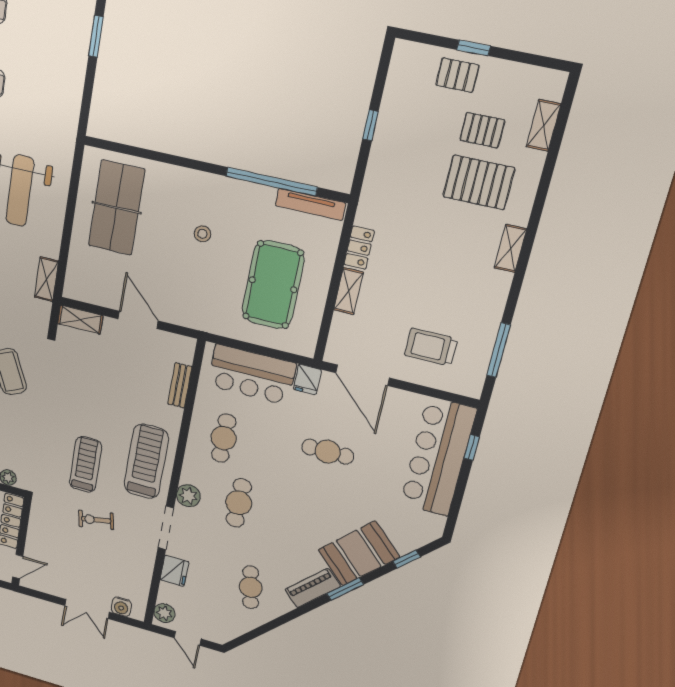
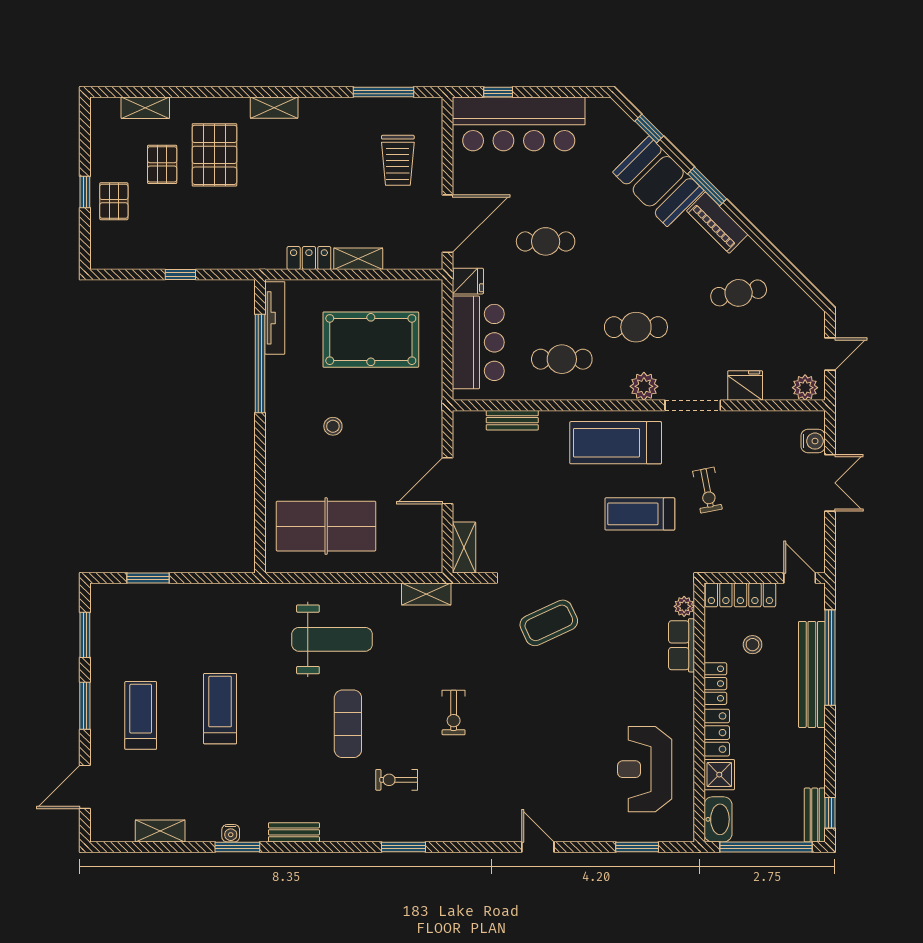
cafe table: (328, 452) -> (546, 241), turned 90

